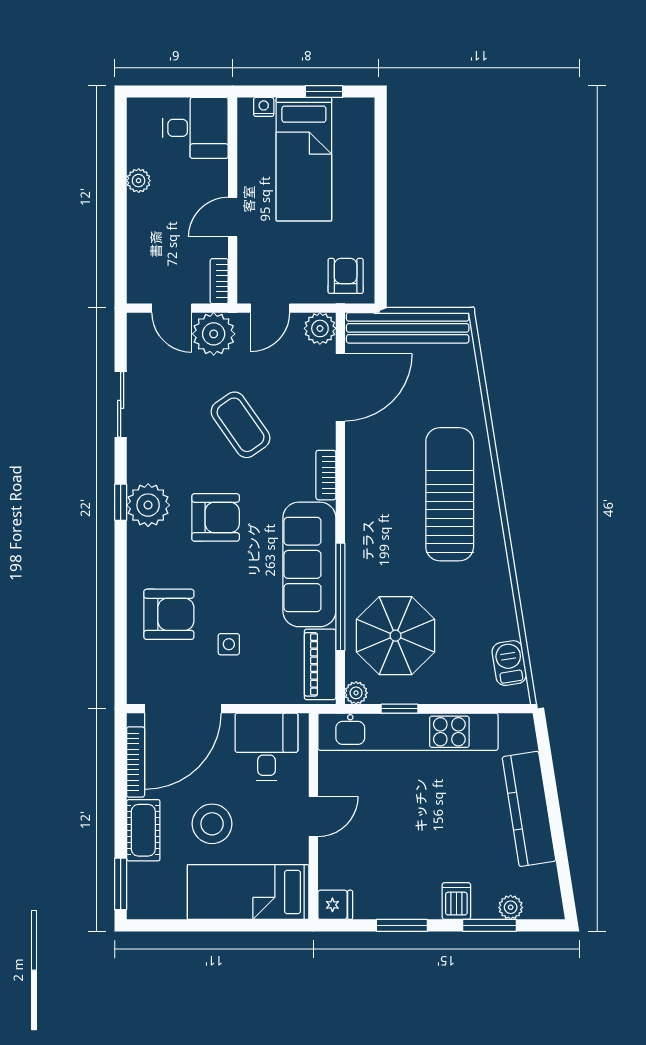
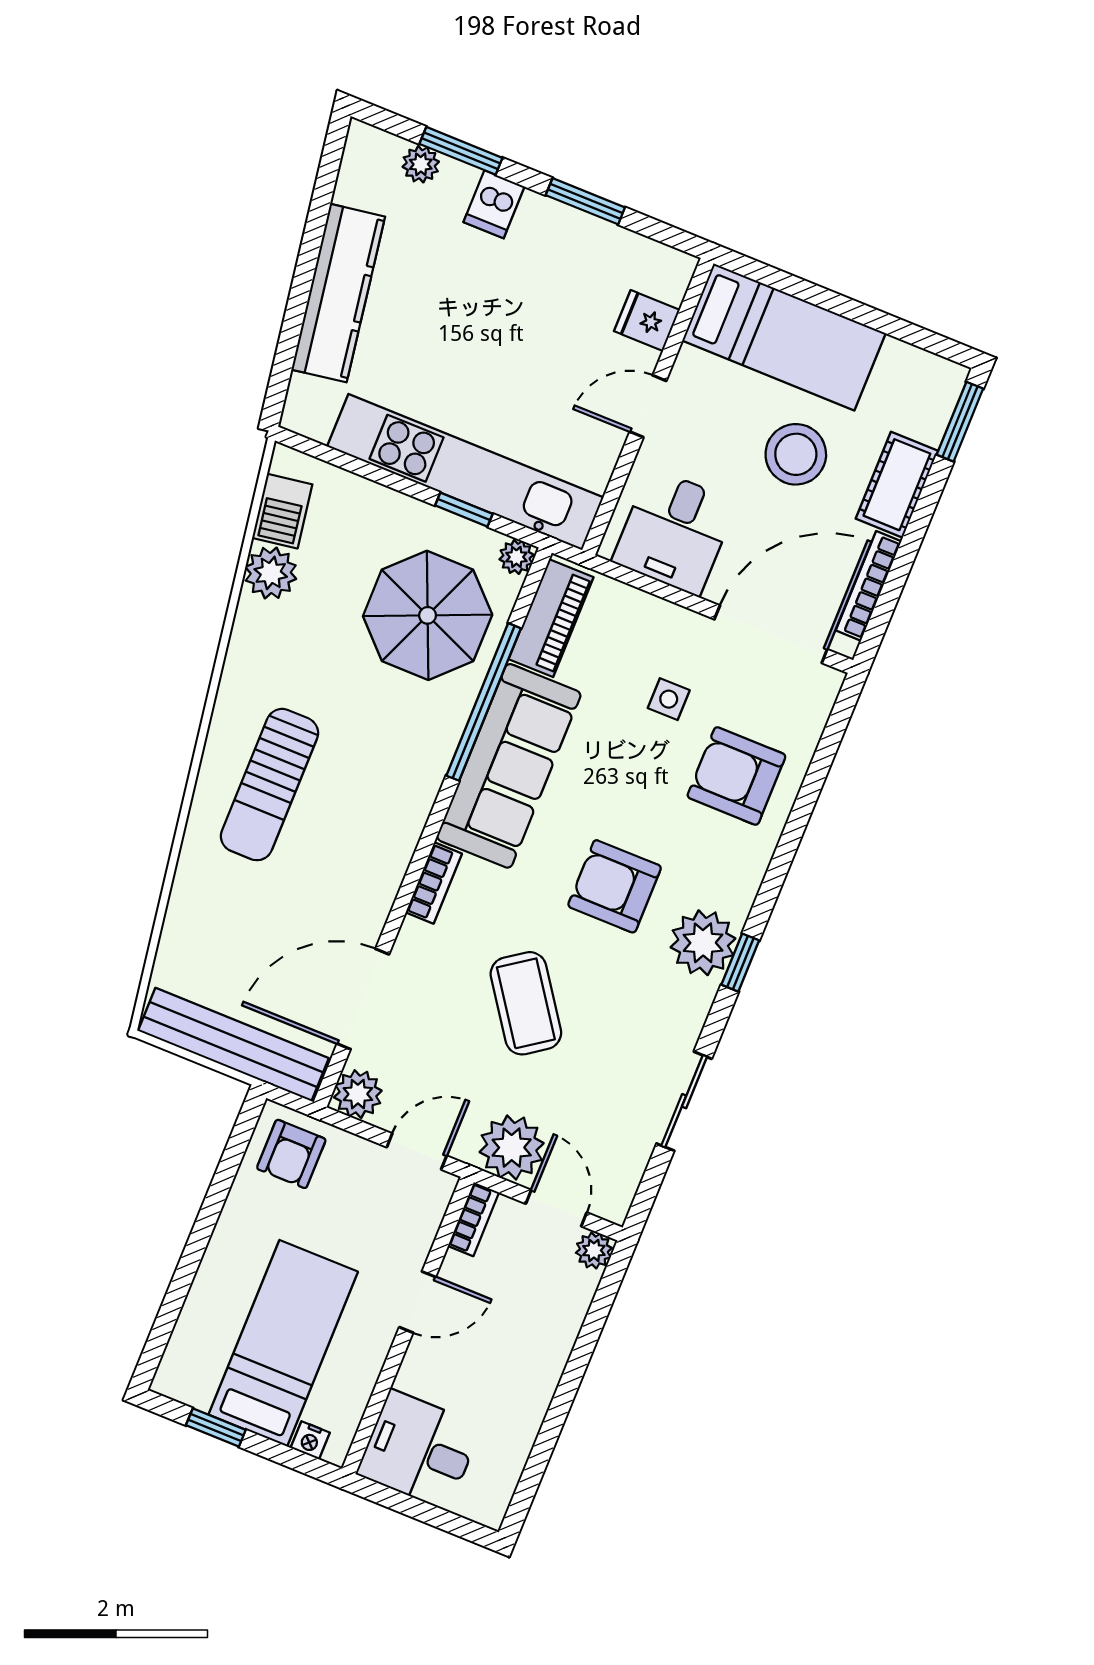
plant: (139, 181) -> (594, 1250), moved
sun lounger: (450, 494) -> (270, 785), width x0.73, depth x0.75
plant: (501, 623) -> (271, 573), added
fridge: (335, 905) -> (647, 321), moved

